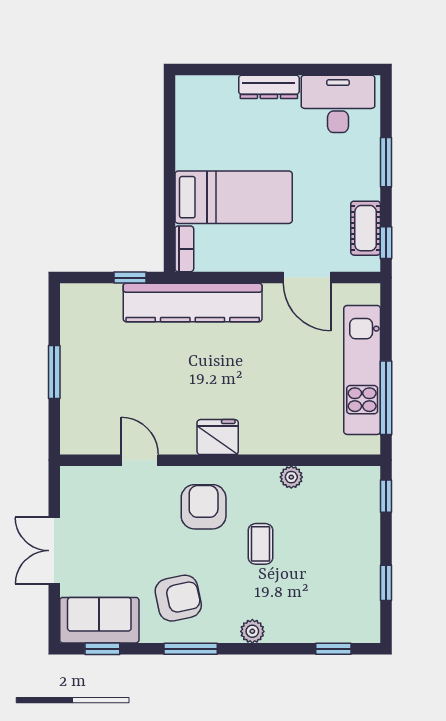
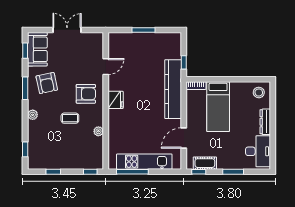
stool: (200, 102) -> (259, 92), added

